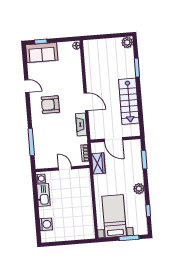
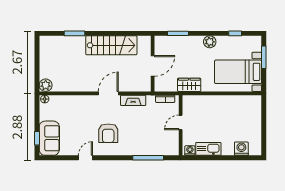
plant: (127, 42) -> (46, 85), moved
wardrobe: (98, 163) -> (189, 85), moved

